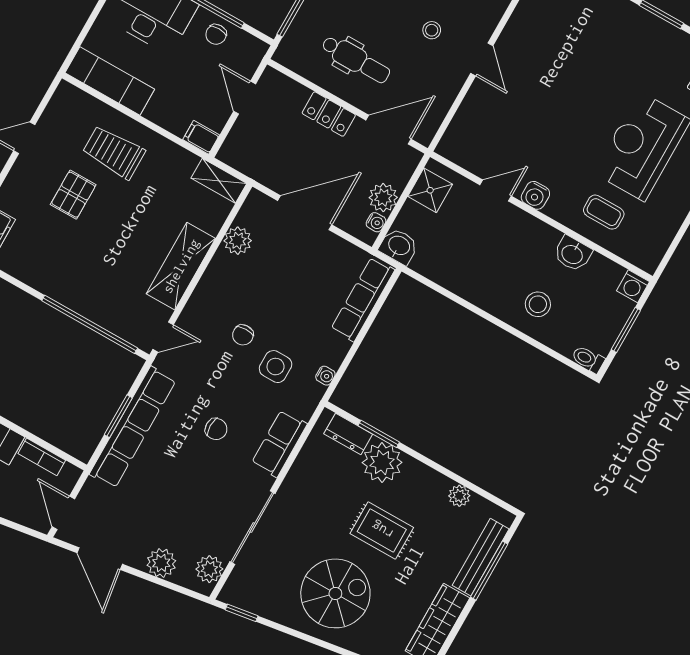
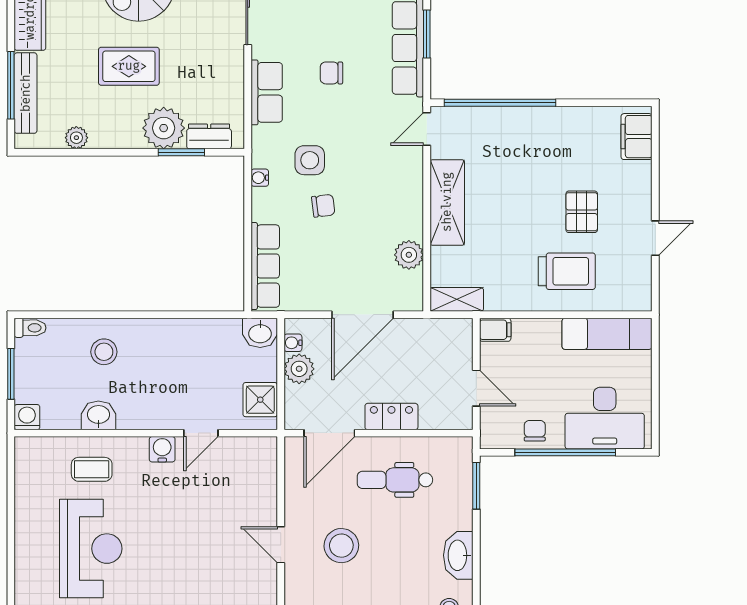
stool: (432, 30) -> (341, 546), width x1.89, depth x1.89
chair: (243, 335) -> (323, 206), moved, turned 84

